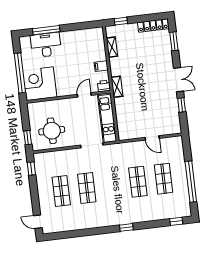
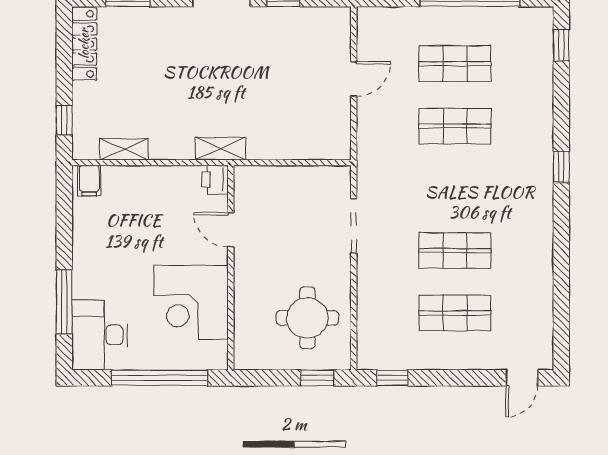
desk: (46, 45) -> (100, 335), moved
filing cabinet: (101, 66) -> (89, 181), moved
corner desk: (40, 84) -> (191, 302), moved
kitchen unit: (107, 118) -> (294, 181), removed

